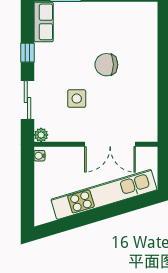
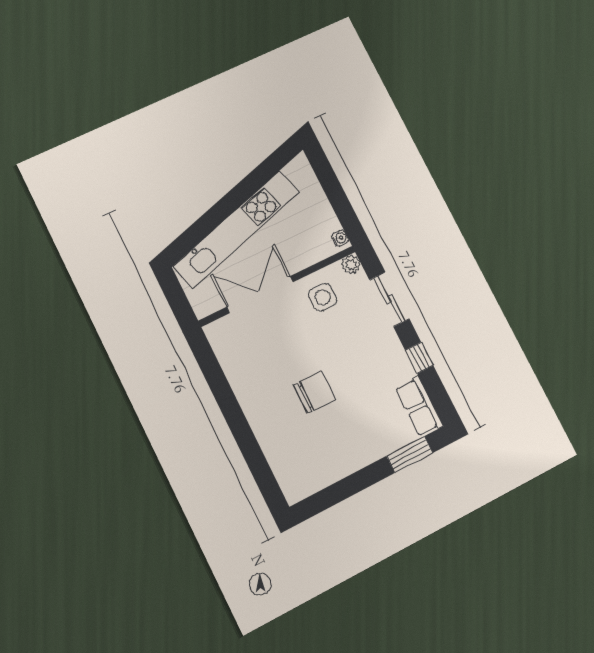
side table: (77, 99) -> (323, 297), moved

